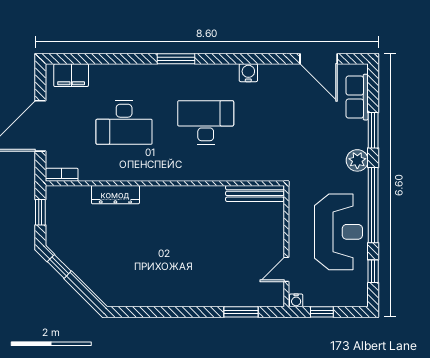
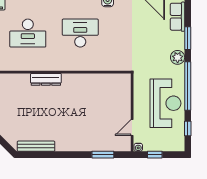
bench: (255, 193) -> (36, 146), moved
dresser: (115, 195) -> (46, 79), moved

